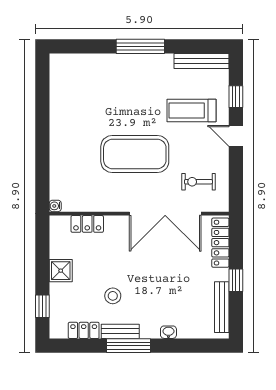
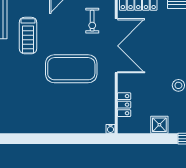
treadmill: (192, 110) -> (28, 36), moved
exercise mat: (135, 154) -> (71, 69), turned 90

